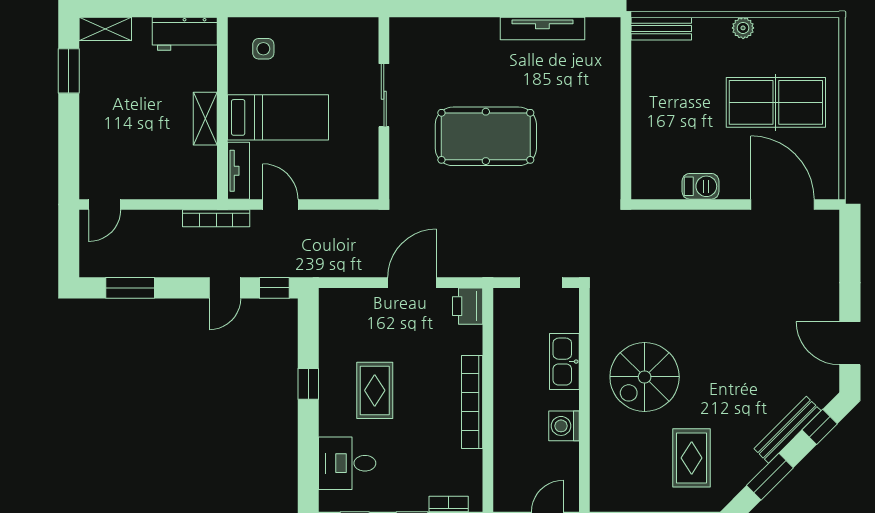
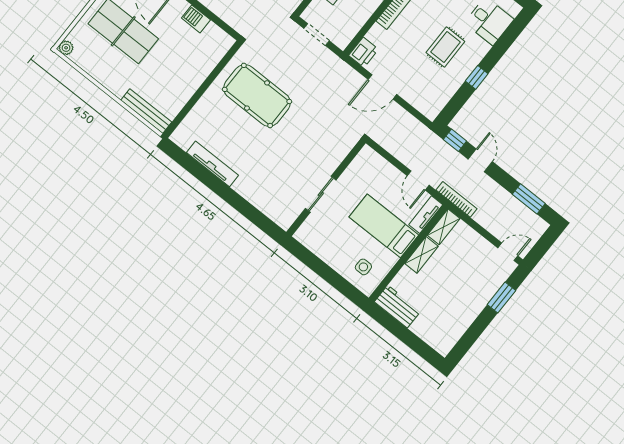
plant: (743, 28) -> (66, 48), moved
shelving: (105, 29) -> (444, 227), moved, turned 90
bench: (661, 29) -> (146, 111), width x1.36
window: (69, 71) -> (501, 298), moved
pool table: (486, 136) -> (257, 95), moved
door: (225, 288) -> (480, 160), hinge flipped

